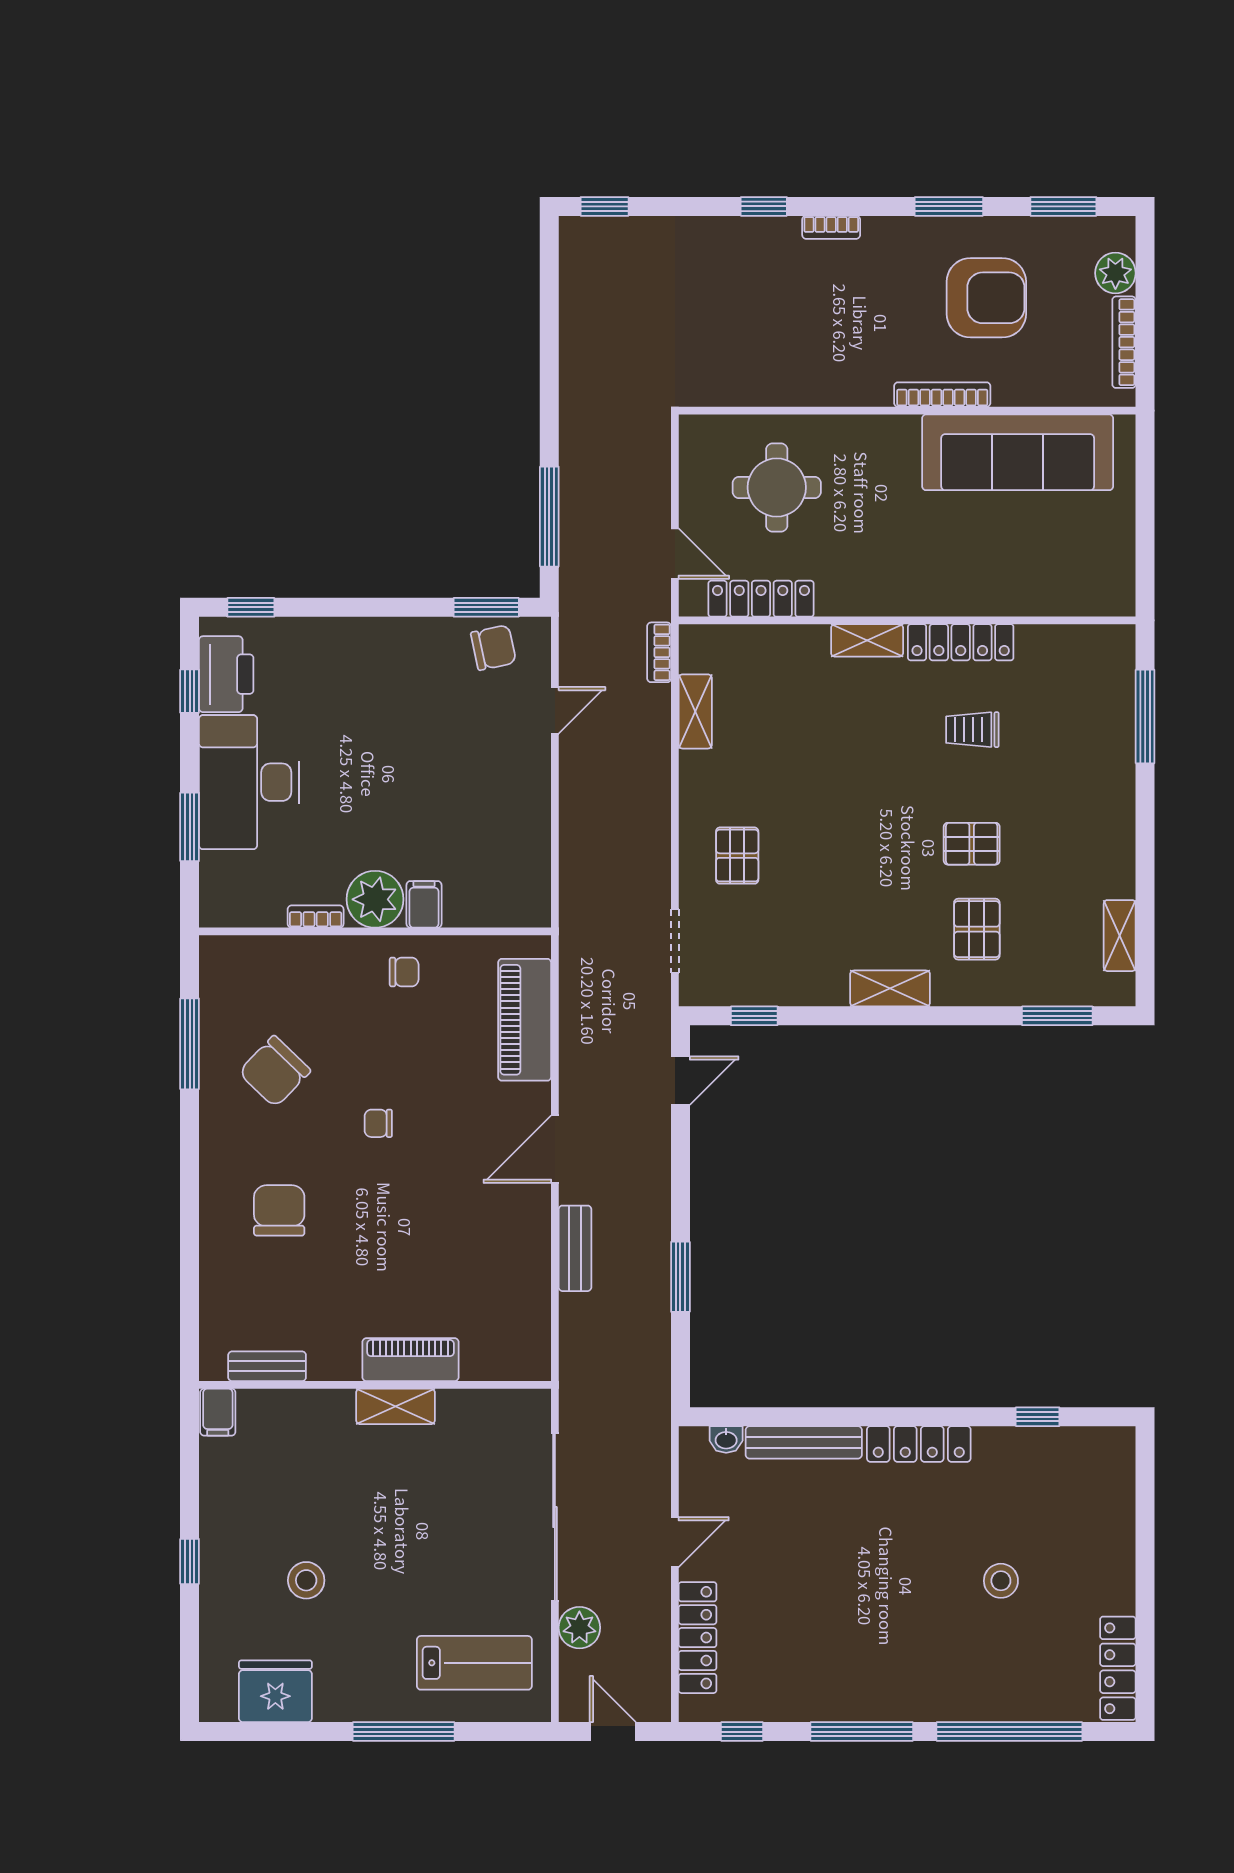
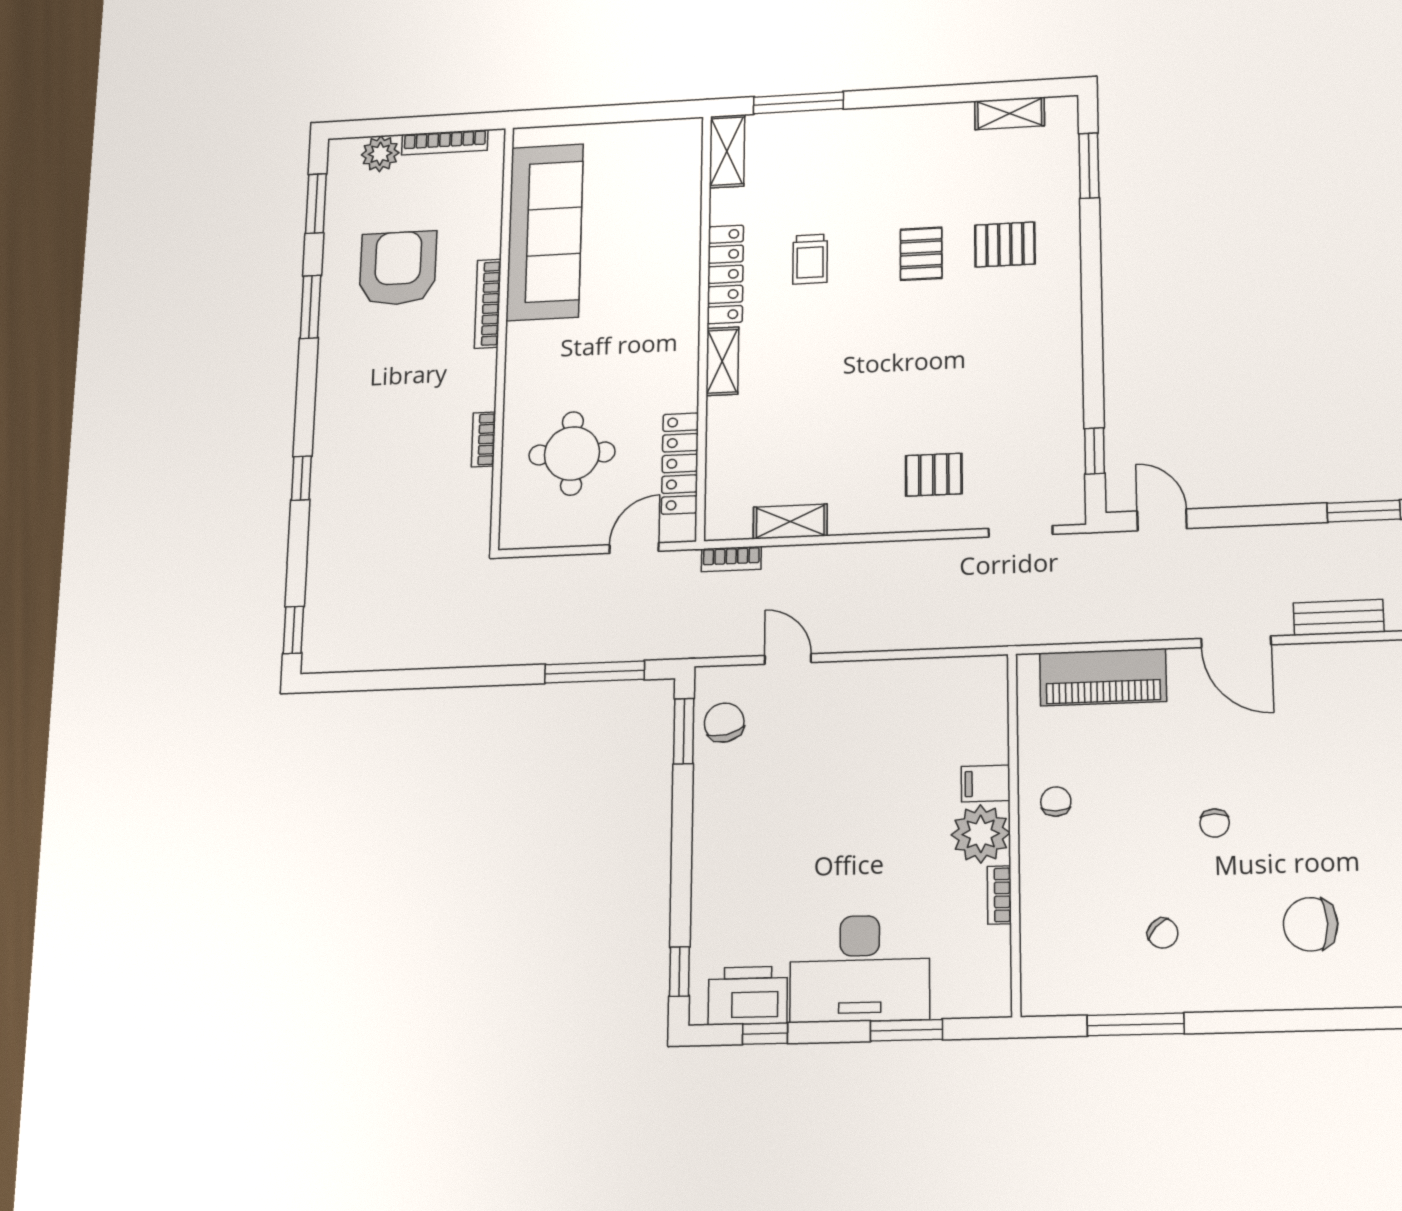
bookcase: (831, 227) -> (484, 439), moved, turned 180
shelving: (890, 988) -> (727, 151), moved
chair: (275, 1071) -> (1163, 933), width x0.54, depth x0.54

